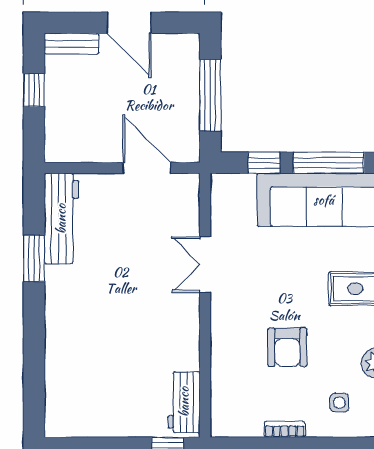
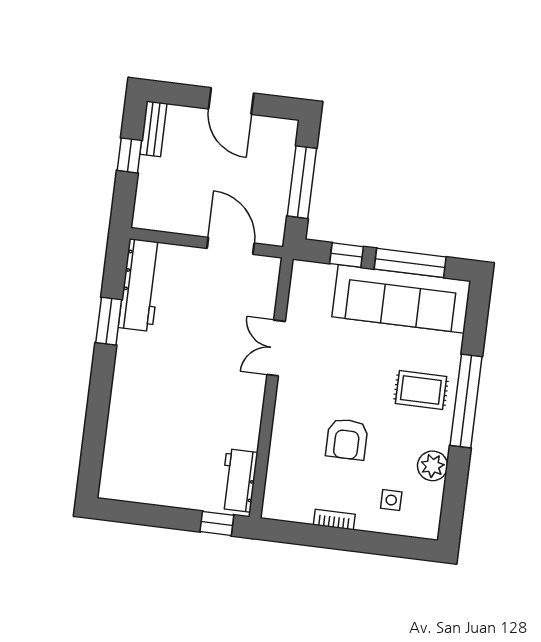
bench: (72, 44) -> (153, 129), moved, turned 90

